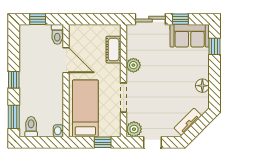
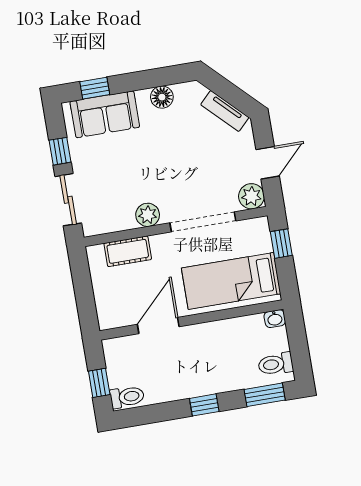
toilet: (57, 34) -> (127, 397), moved
sofa: (190, 36) -> (105, 114), moved, turned 90
doorway: (124, 97) -> (203, 222), width x1.36

